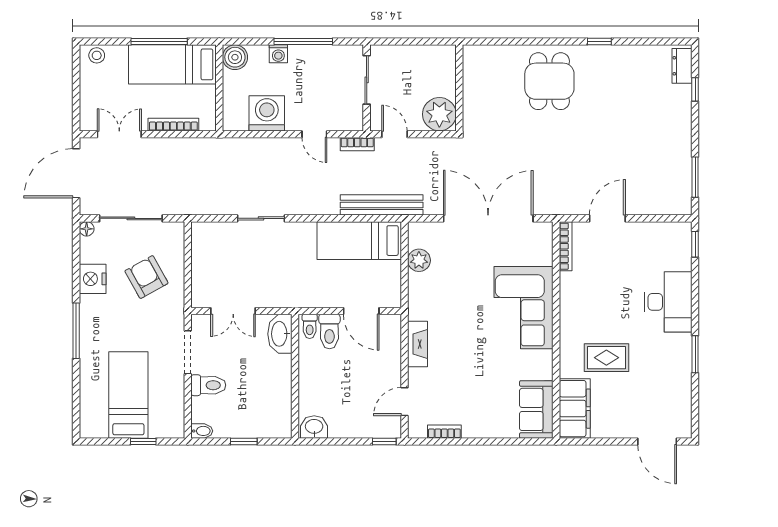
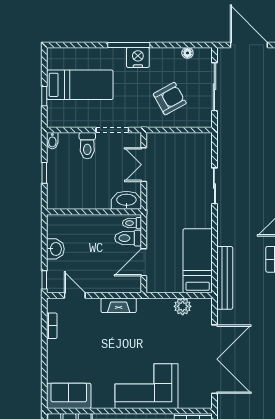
floor lamp: (87, 229) -> (187, 53), moved
nightstand: (93, 279) -> (138, 57), moved
washbasin: (314, 427) -> (55, 249), moved

